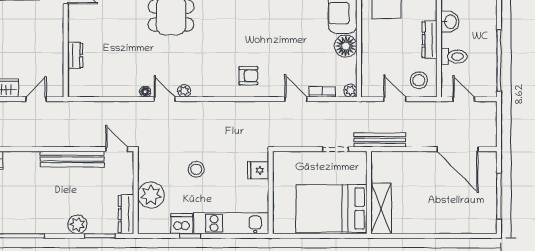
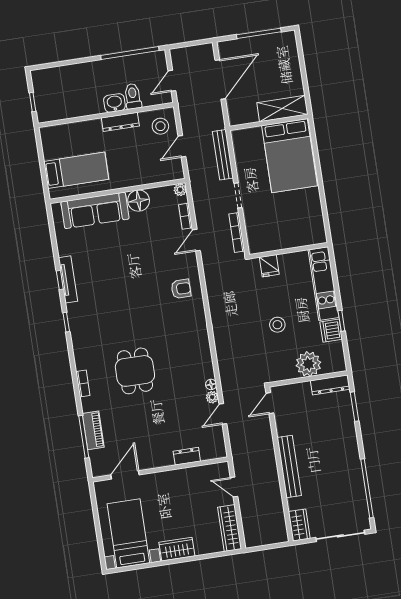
washbasin: (450, 22) -> (114, 103), moved
armchair: (248, 76) -> (181, 289), turned 90
plant: (184, 91) -> (212, 397), moved
door: (165, 99) -> (223, 414), moved
bookcase: (297, 142) -> (237, 233), added
bench: (72, 159) -> (289, 467), moved
wall: (369, 193) -> (269, 122), moved
bed: (331, 208) -> (290, 156), moved
shelving: (381, 208) -> (282, 109), moved
plant: (77, 224) -> (347, 429), removed

